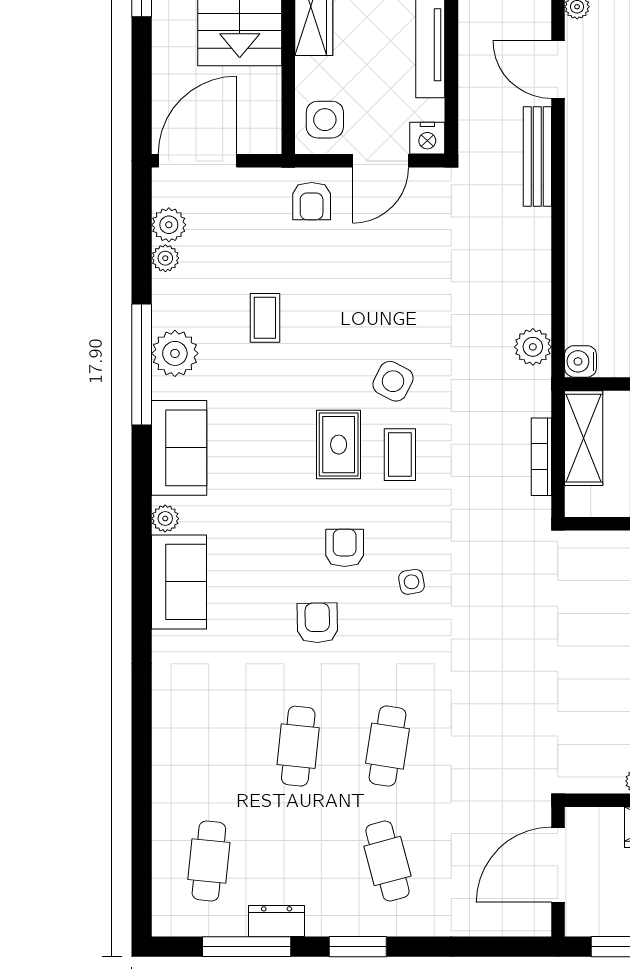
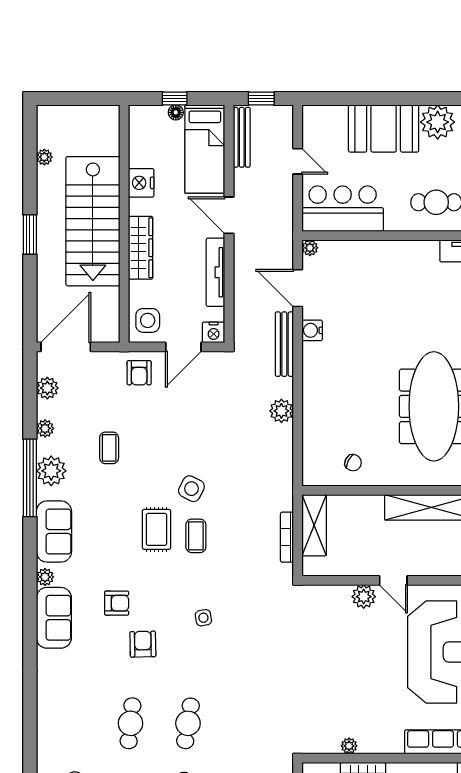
plant: (165, 258) -> (45, 428), moved
plant: (533, 347) -> (281, 411), moved
water cooler: (580, 361) -> (312, 330), moved
armchair: (345, 548) -> (117, 603), moved, turned 90

